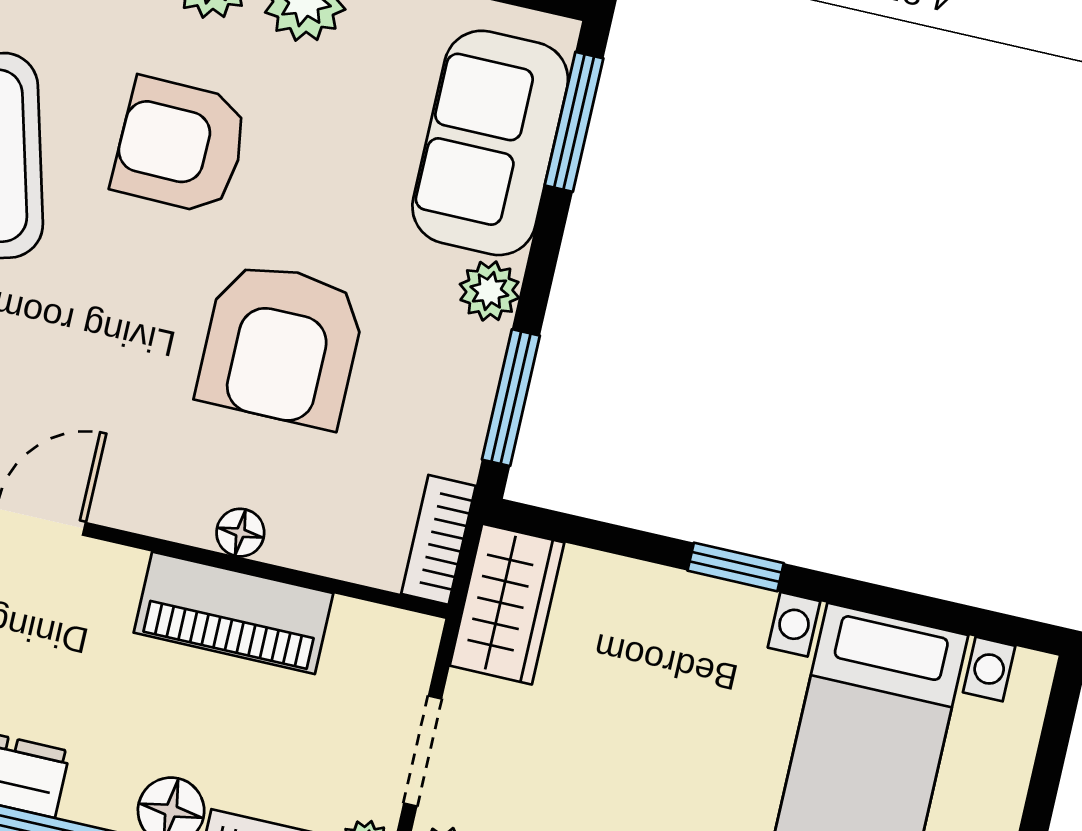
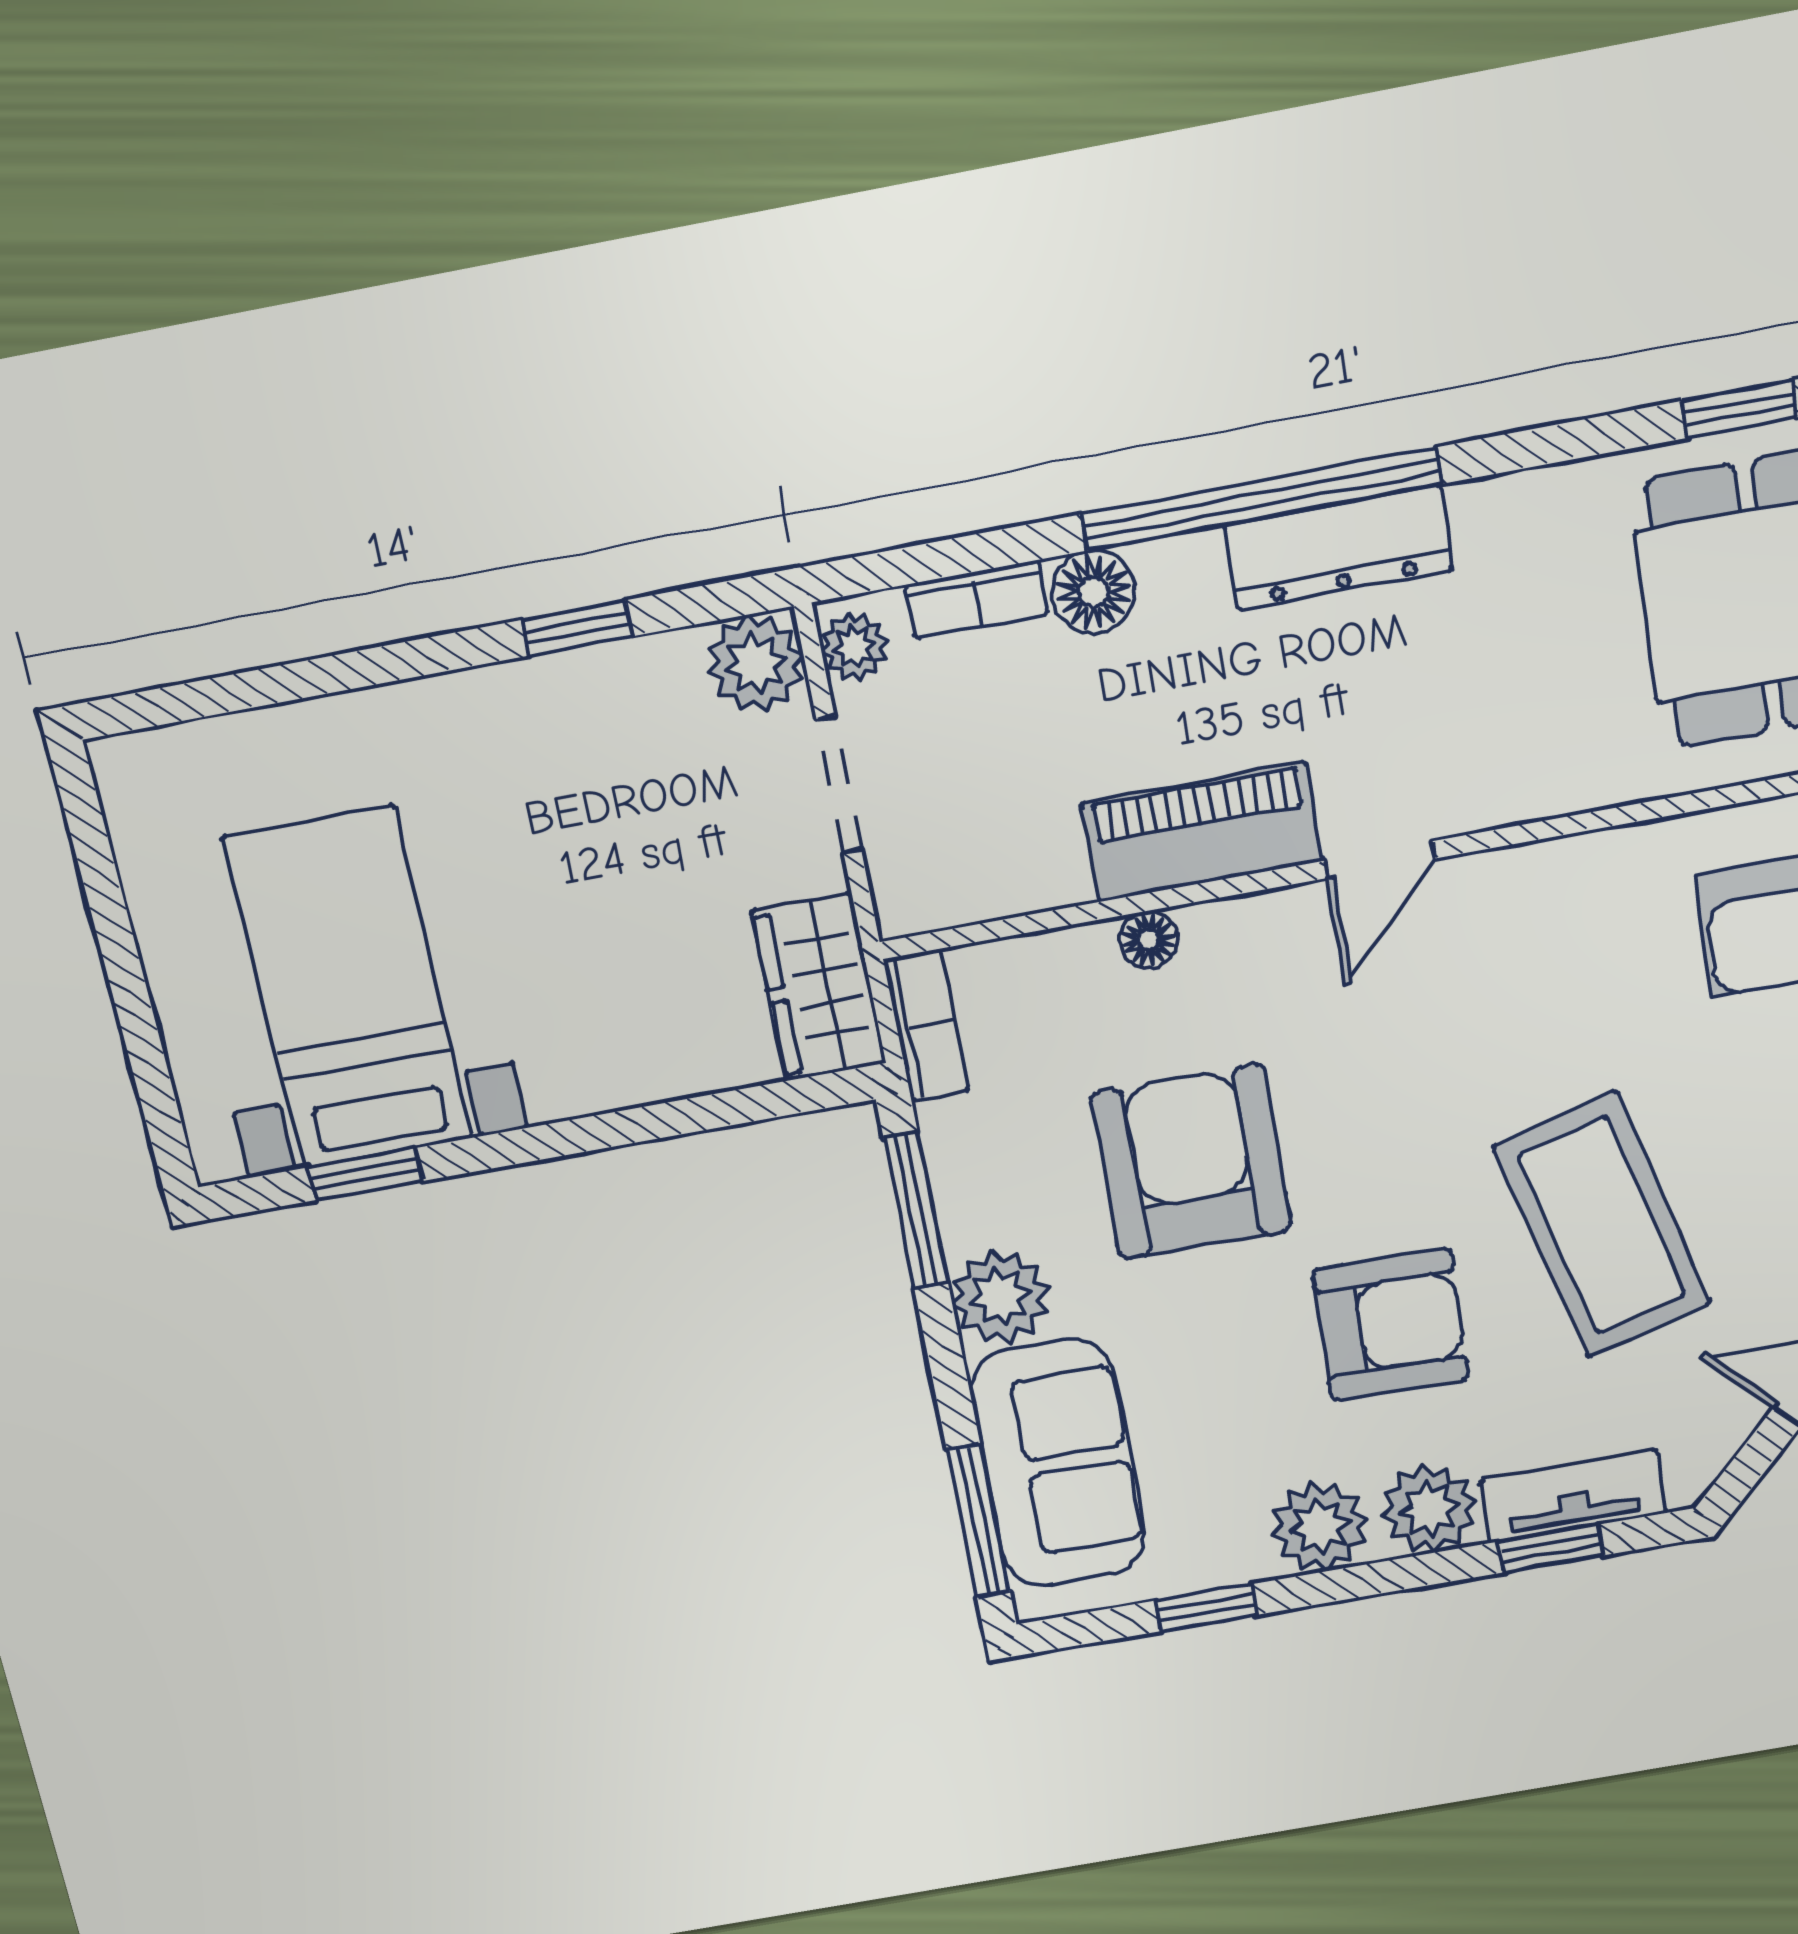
plant: (489, 291) -> (1000, 1297), width x1.38, depth x1.38
window: (736, 567) -> (366, 1174), moved
piano: (234, 613) -> (1202, 832), moved

